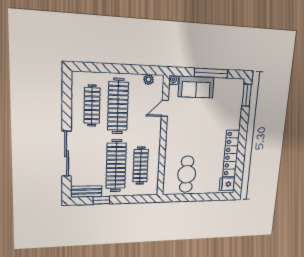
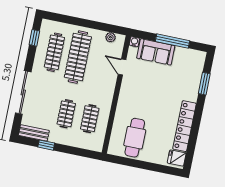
window: (67, 94) -> (34, 38), added
window: (247, 95) -> (204, 84), moved
door: (165, 108) -> (122, 67), hinge flipped
clothes rail: (116, 166) -> (66, 114), width x0.54, depth x0.76
clothes rail: (141, 166) -> (90, 119), width x0.73

